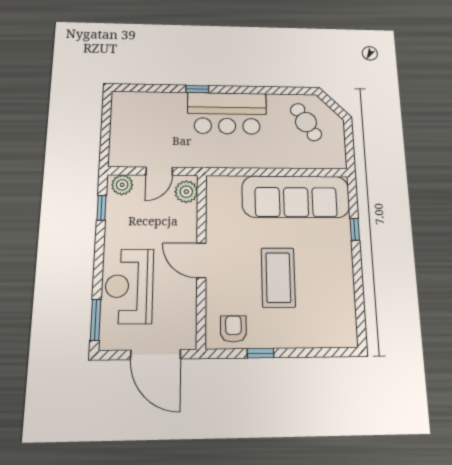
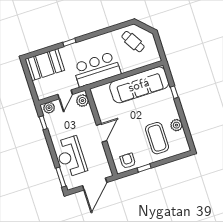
booth: (142, 111) -> (45, 65), added
bar counter: (227, 113) -> (97, 69), moved, turned 180
door: (201, 260) -> (102, 133), swing flipped
coffee table: (278, 277) -> (157, 138), moved
plant: (343, 290) -> (176, 125), added
door: (156, 354) -> (95, 184), hinge flipped

